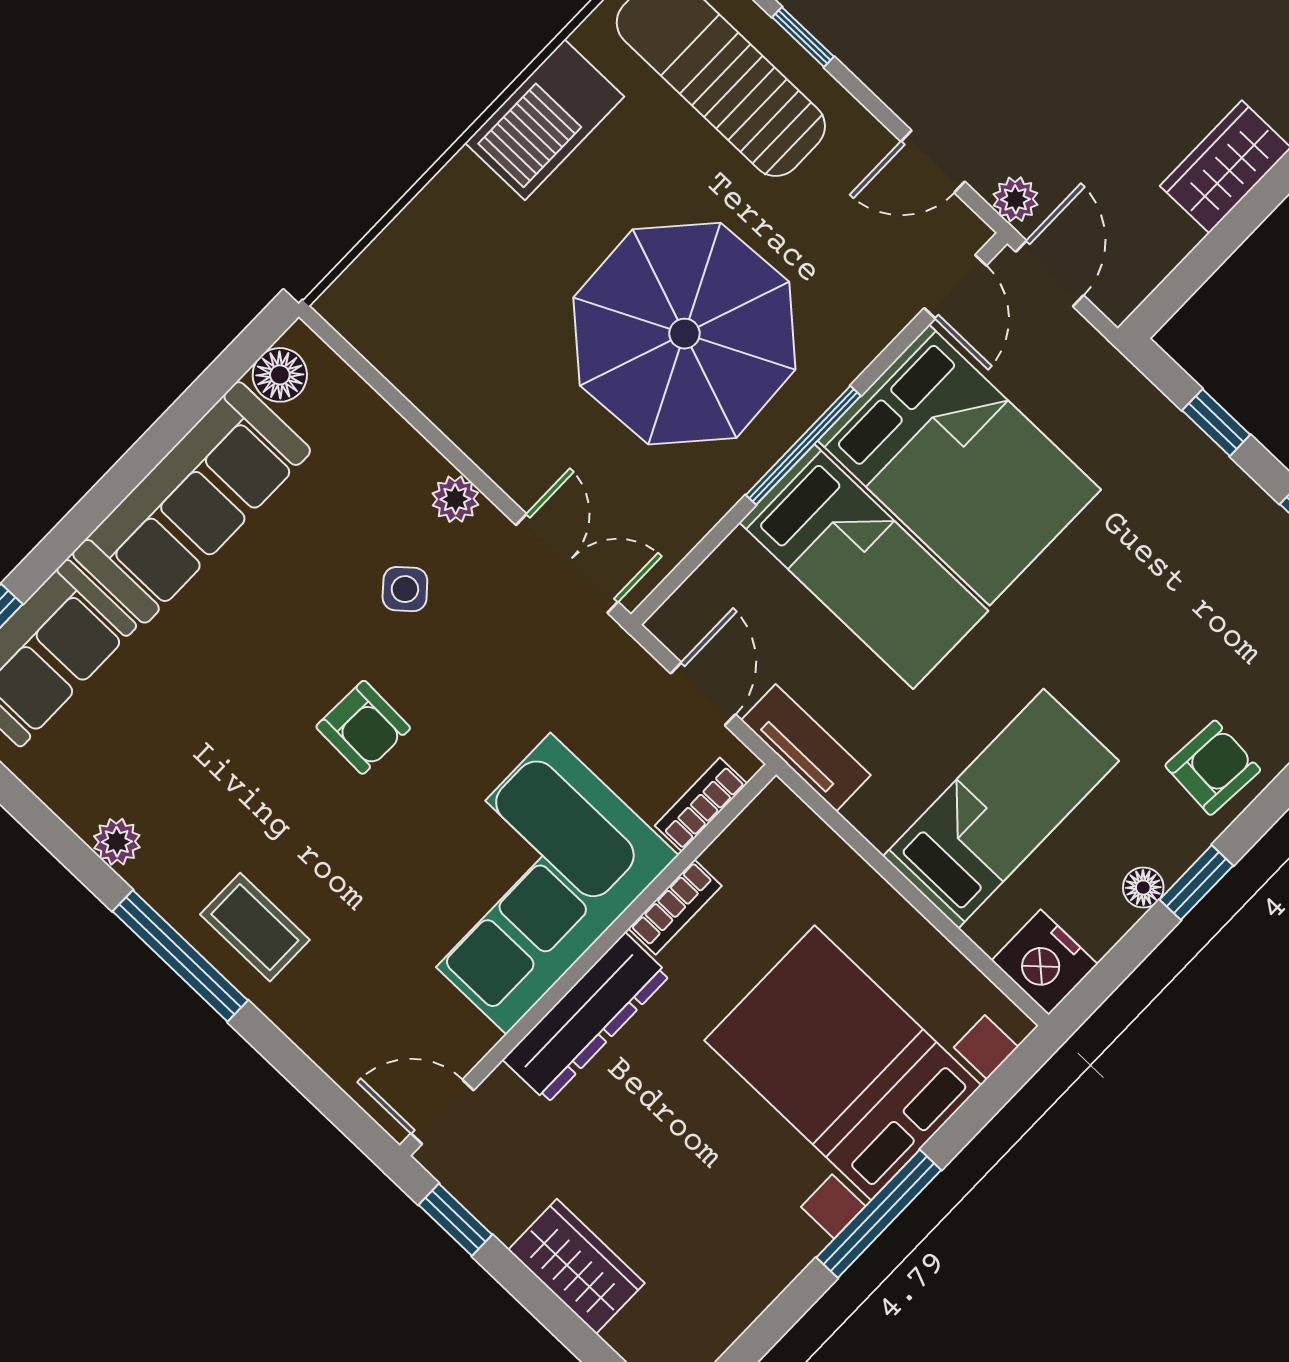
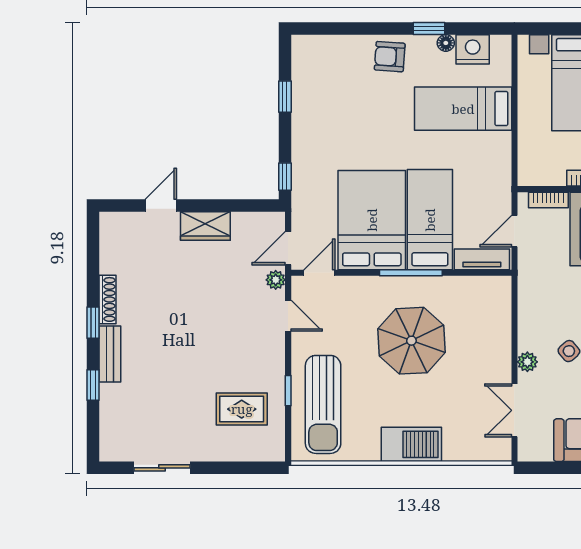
barbecue: (545, 120) -> (411, 444), moved
parasol: (684, 334) -> (411, 341), width x0.73, depth x0.73
floor lamp: (280, 375) -> (541, 450), removed
window: (1216, 423) -> (285, 177), moved
double door: (567, 563) -> (514, 410), moved
tv unit: (806, 748) -> (482, 259), moved, turned 90
nightstand: (1045, 962) -> (473, 49), moved, turned -90

